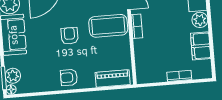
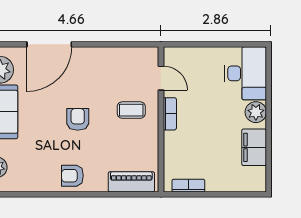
coffee table: (108, 26) -> (131, 110), width x0.54, depth x0.58
bookcase: (179, 76) -> (188, 186), moved

